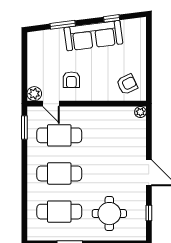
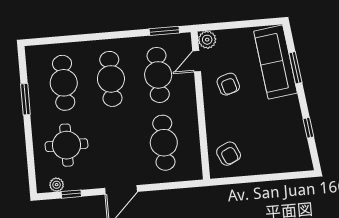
sofa: (93, 36) -> (276, 62), moved
armchair: (71, 80) -> (228, 84), turned -107
plant: (140, 112) -> (57, 185), moved
cafe table: (114, 135) -> (164, 143), added

